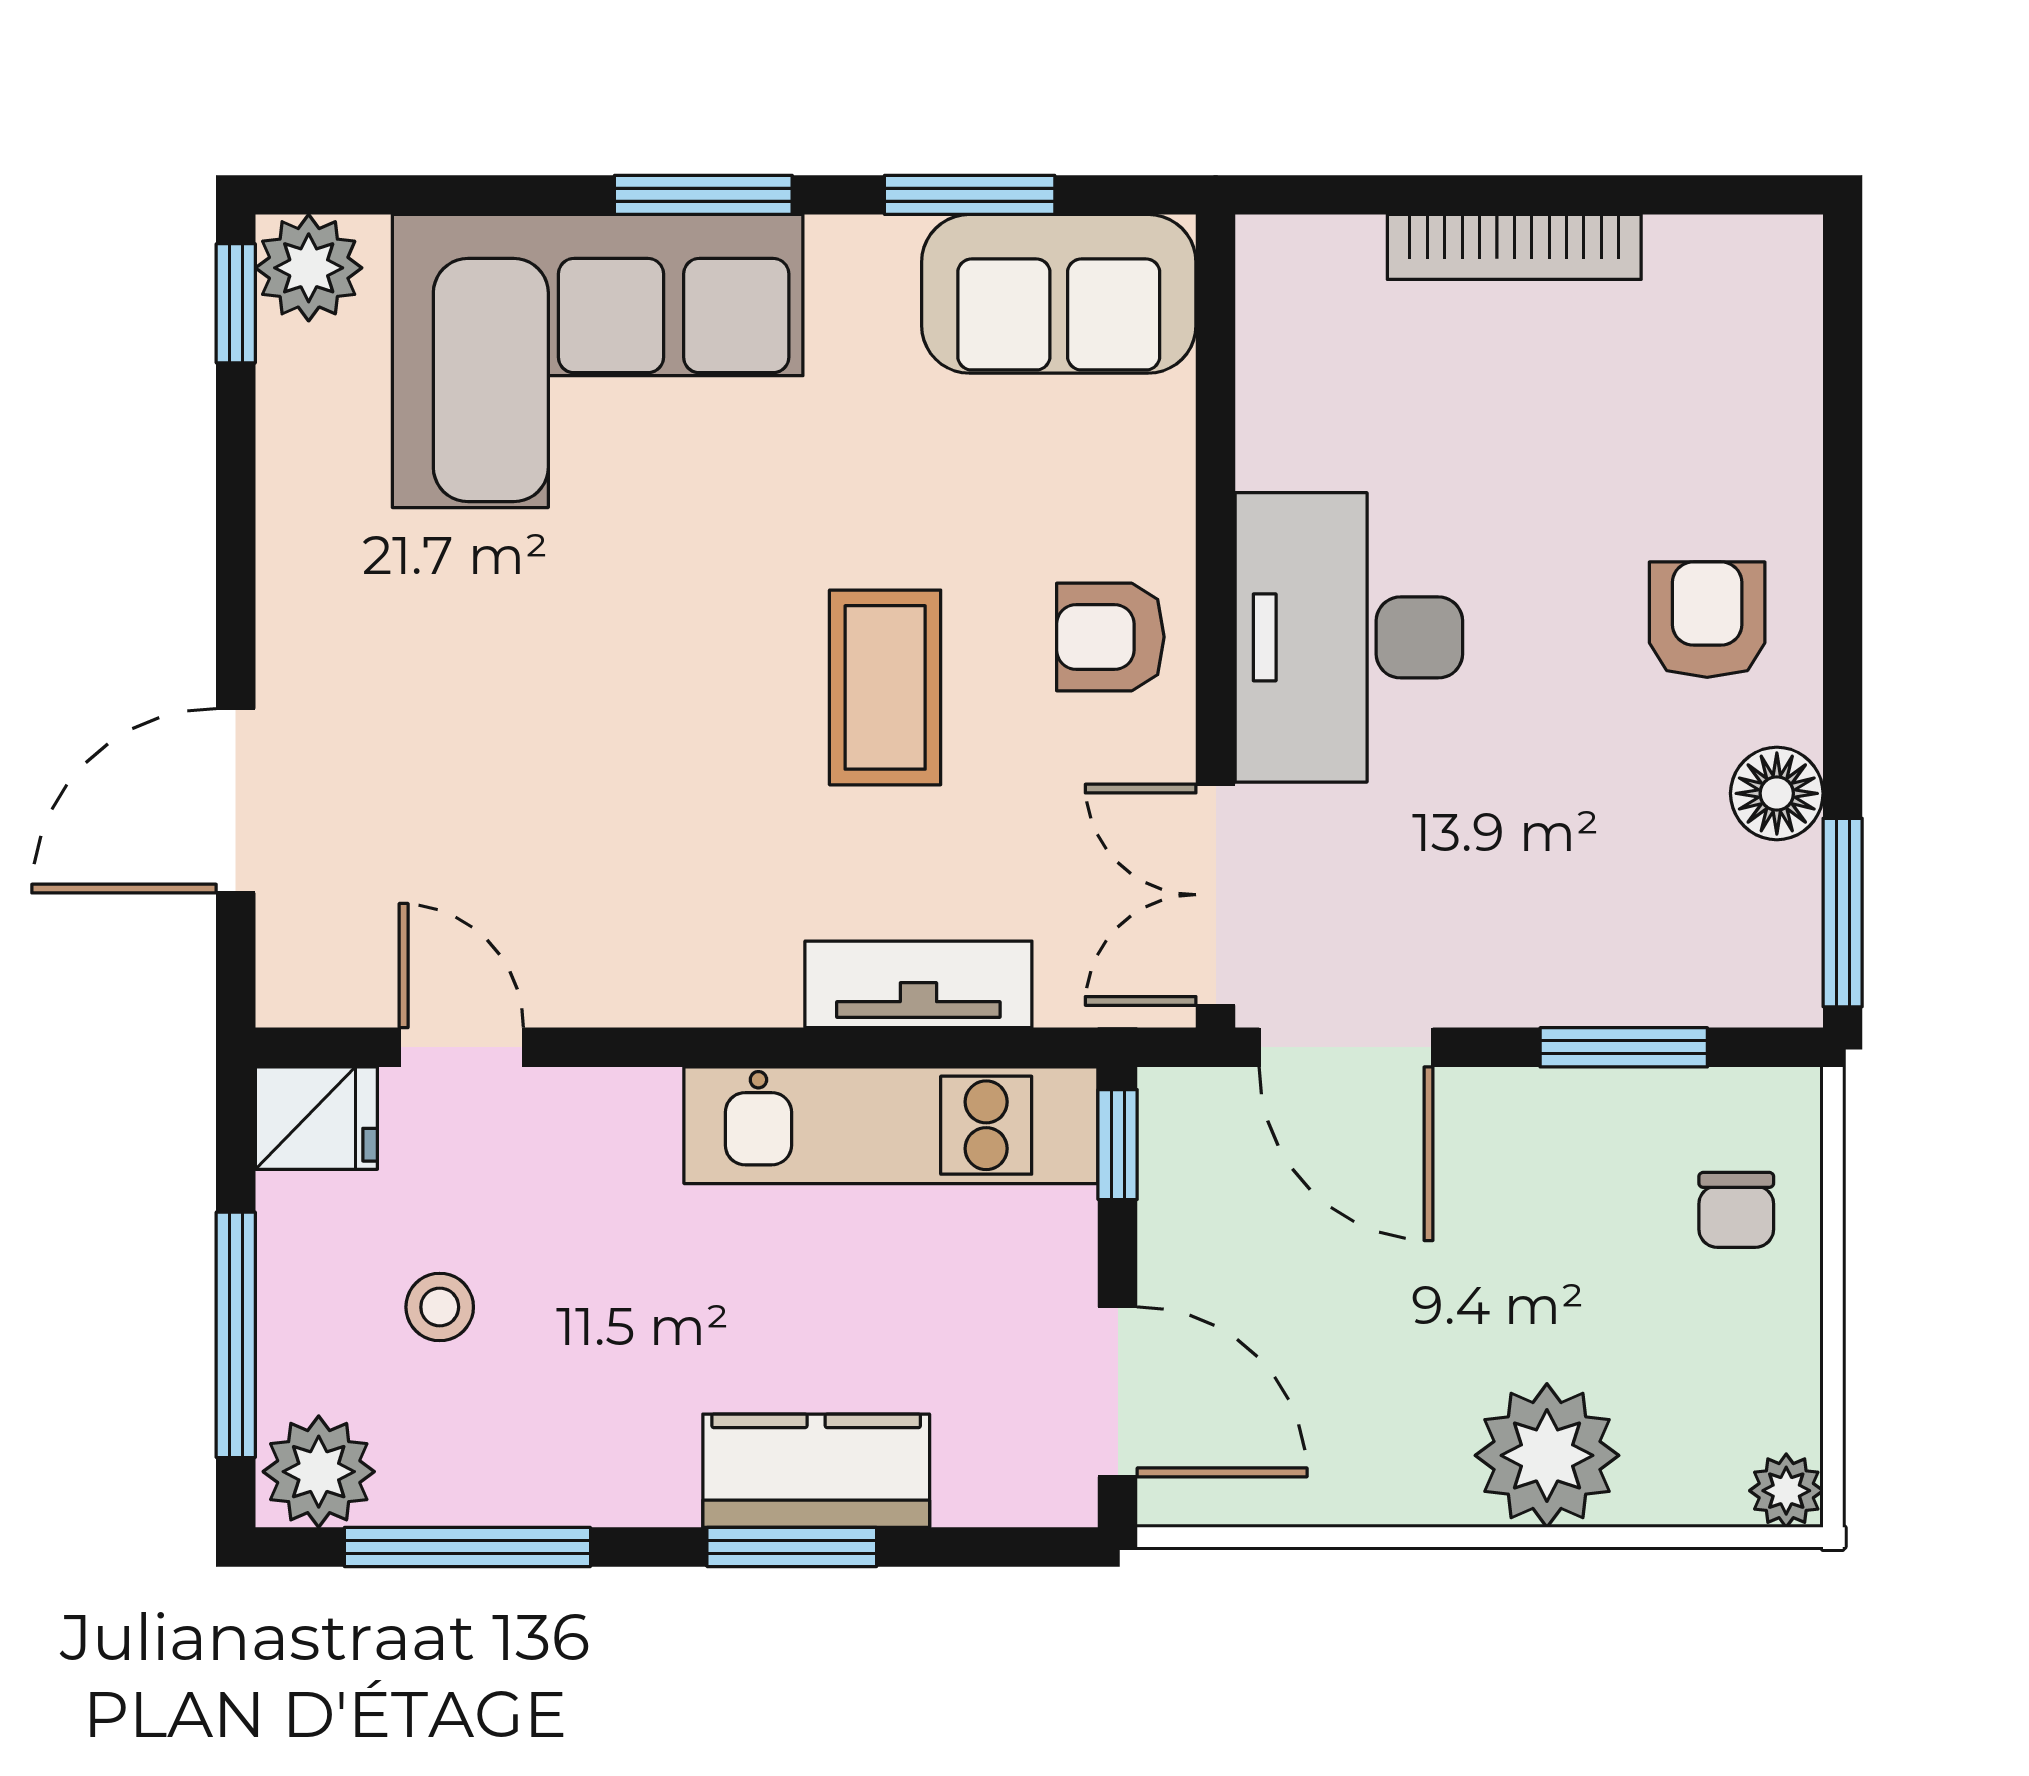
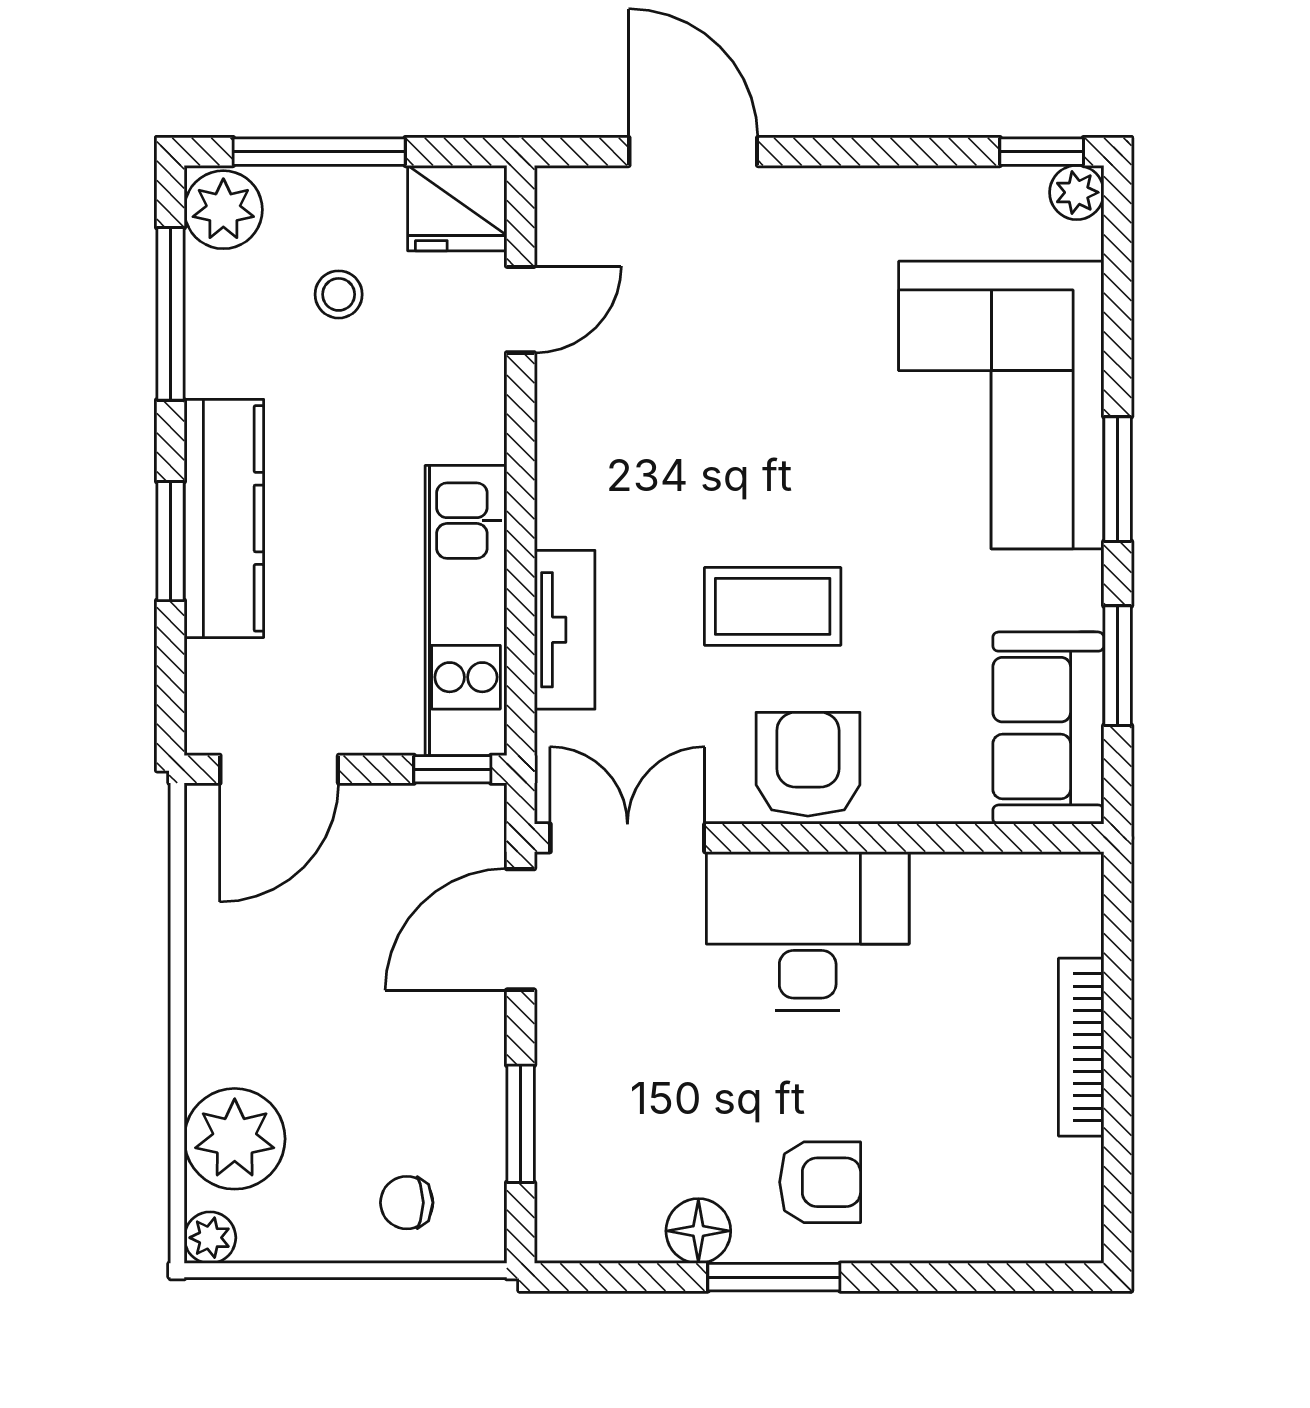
plant: (309, 268) -> (1077, 192), width x0.73, depth x0.73
armchair: (1110, 637) -> (808, 764), width x1.38, depth x1.38
window: (1843, 913) -> (774, 1277), moved
fridge: (316, 1118) -> (457, 208), width x1.38
plant: (1547, 1455) -> (235, 1139), moved
kitchen counter: (816, 1471) -> (224, 518), width x1.50

